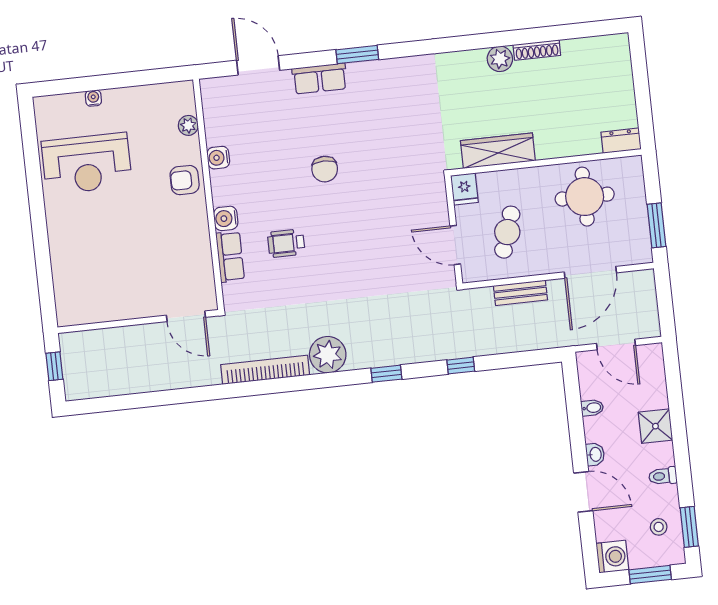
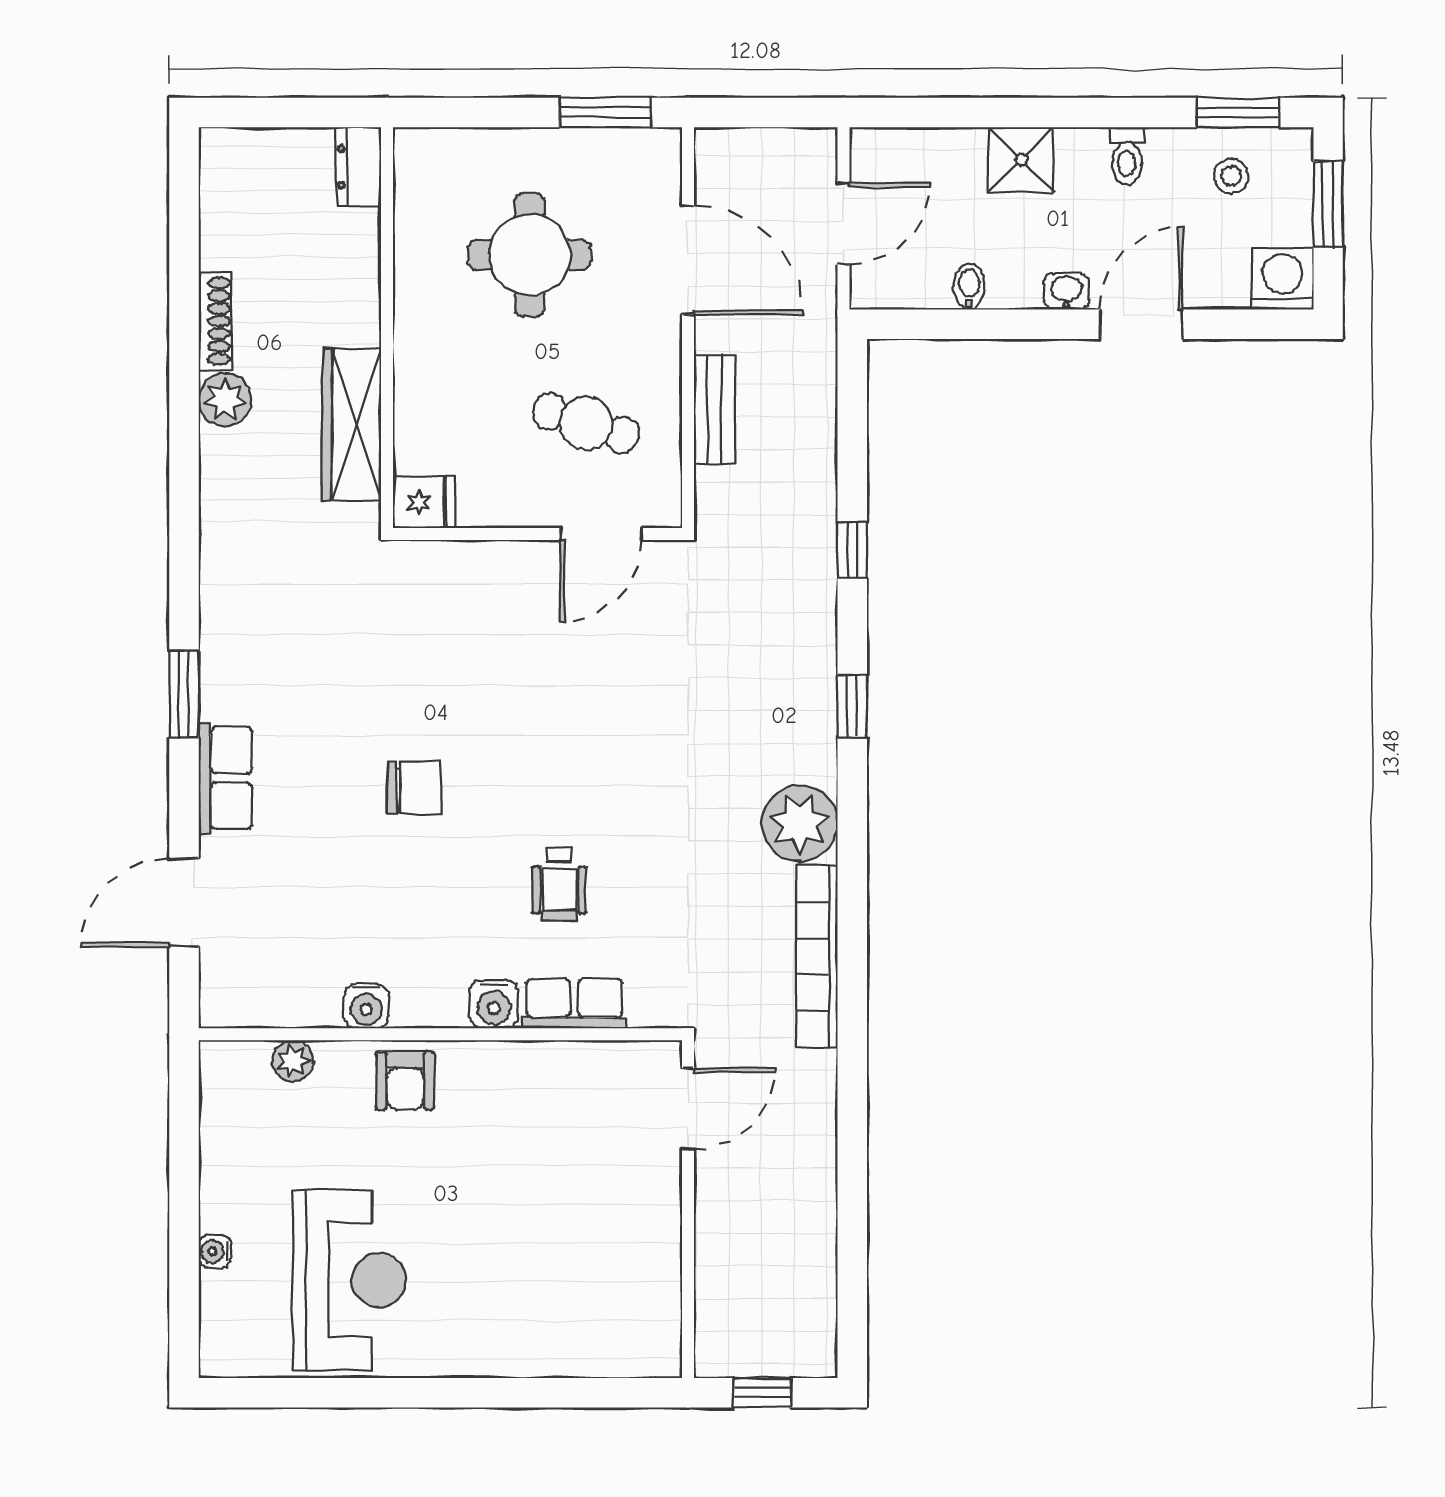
dresser: (621, 141) -> (359, 167), moved
wardrobe: (498, 151) -> (352, 425), moved
wall: (546, 162) -> (387, 328), moved
fridge: (465, 189) -> (424, 502), moved

